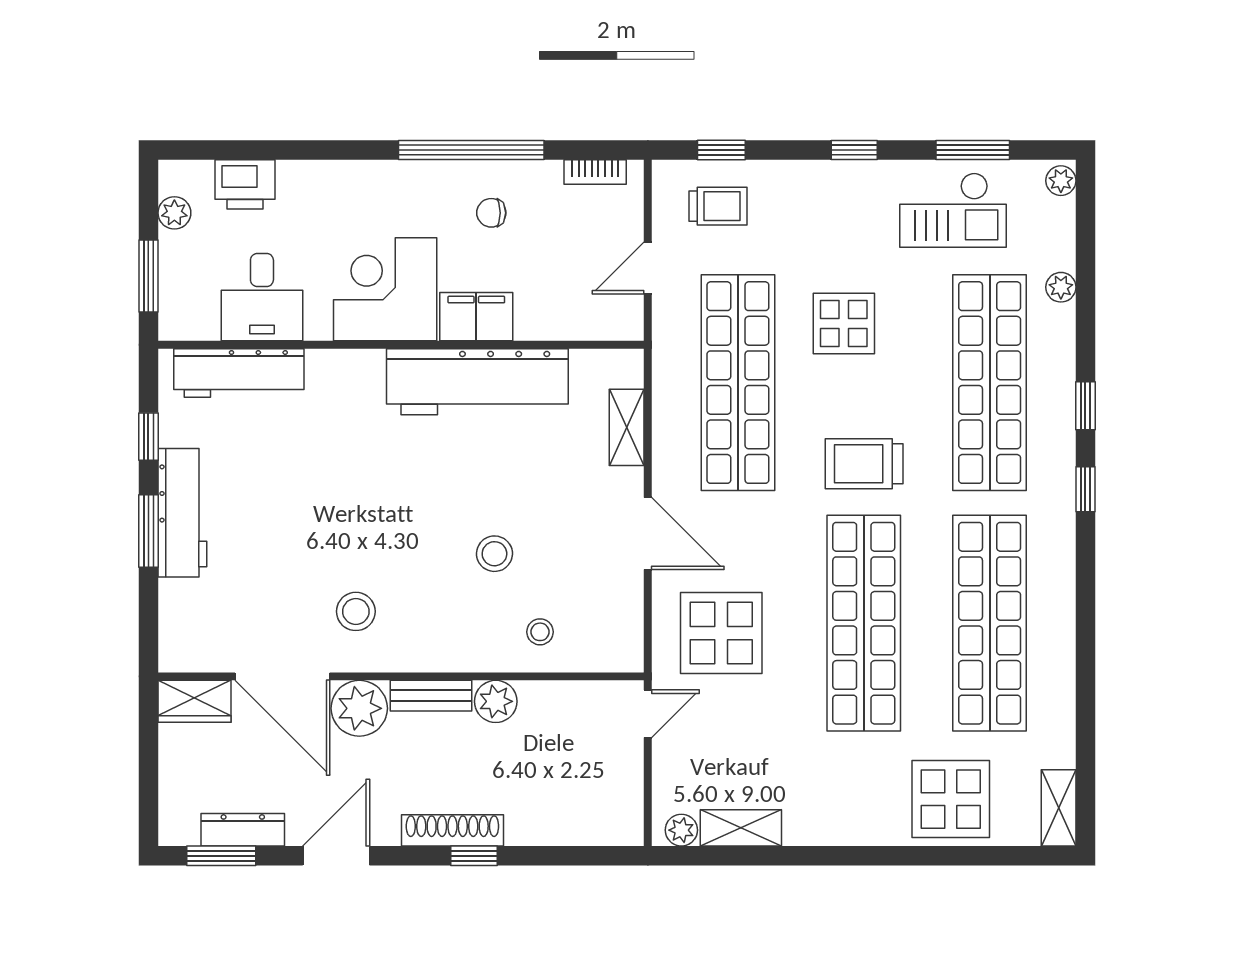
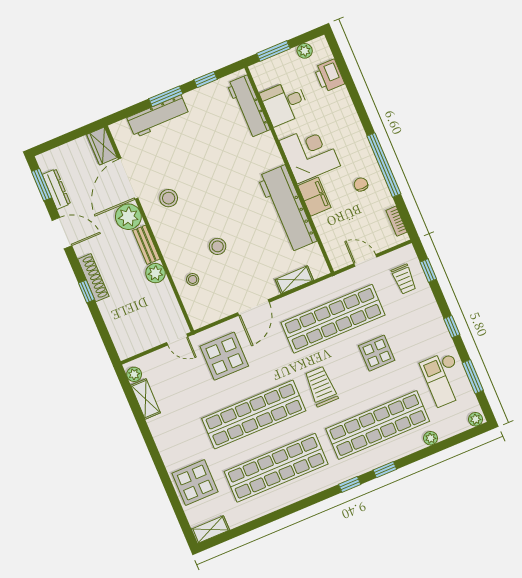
workbench: (182, 513) -> (158, 116), moved

